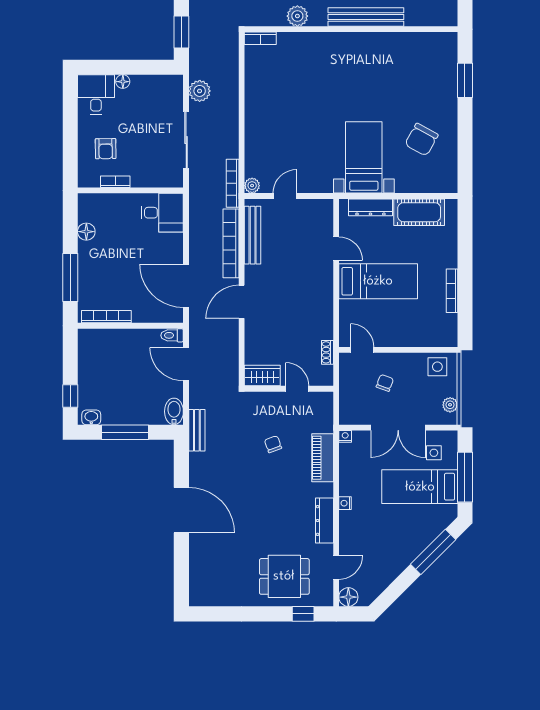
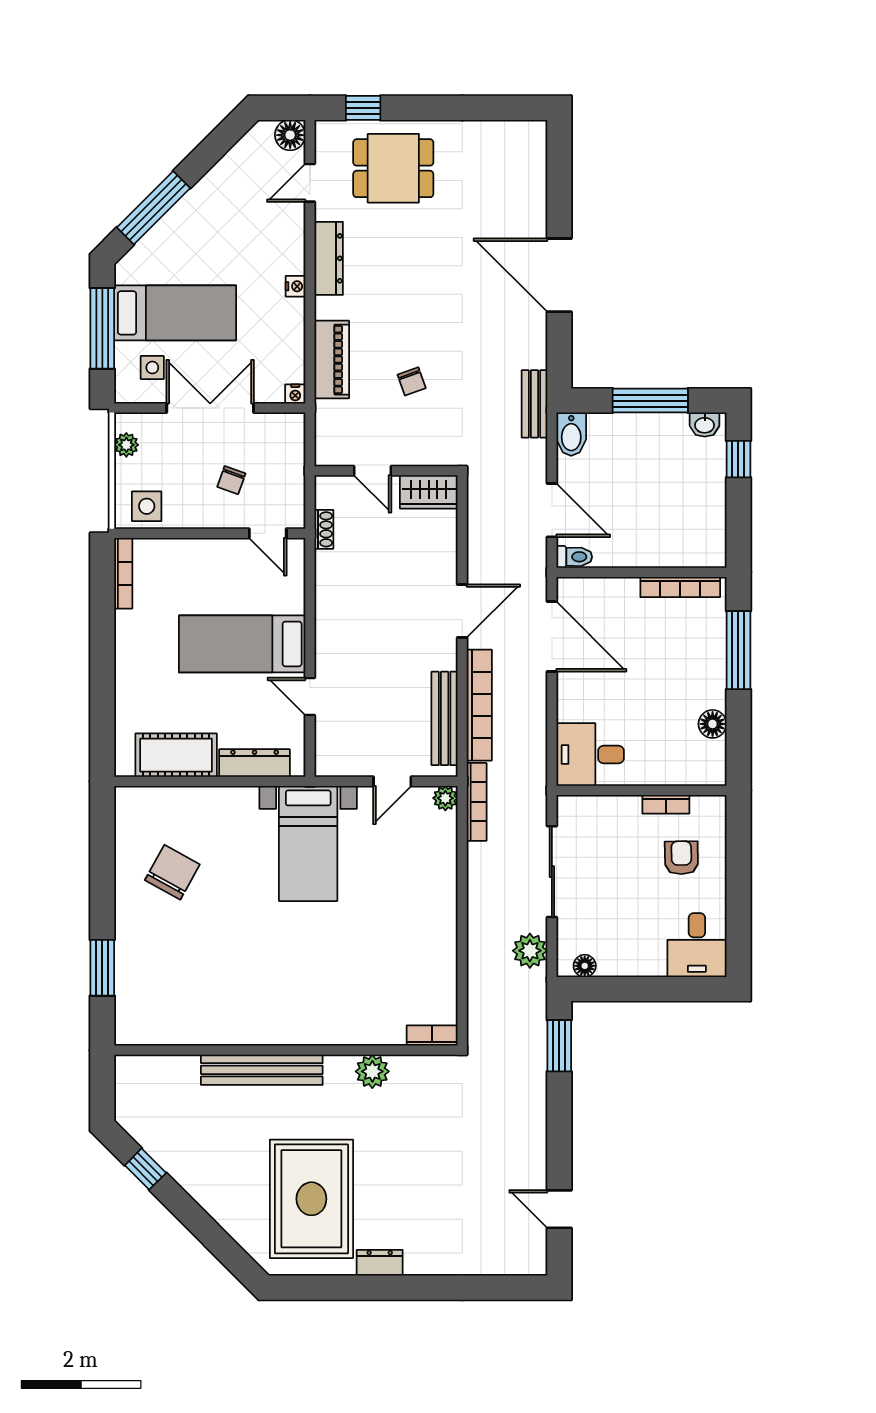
floor lamp: (123, 82) -> (585, 966), moved
bed with nightstands: (364, 157) -> (308, 843), moved
bookcase: (452, 291) -> (123, 573), moved

